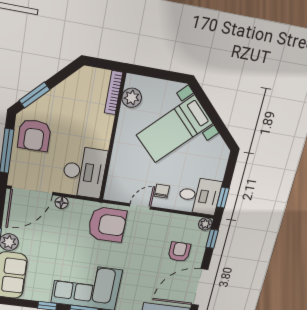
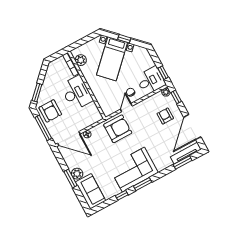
window: (213, 115) -> (124, 39), added
desk: (84, 172) -> (76, 93), moved
door: (32, 191) -> (69, 139), hinge flipped

